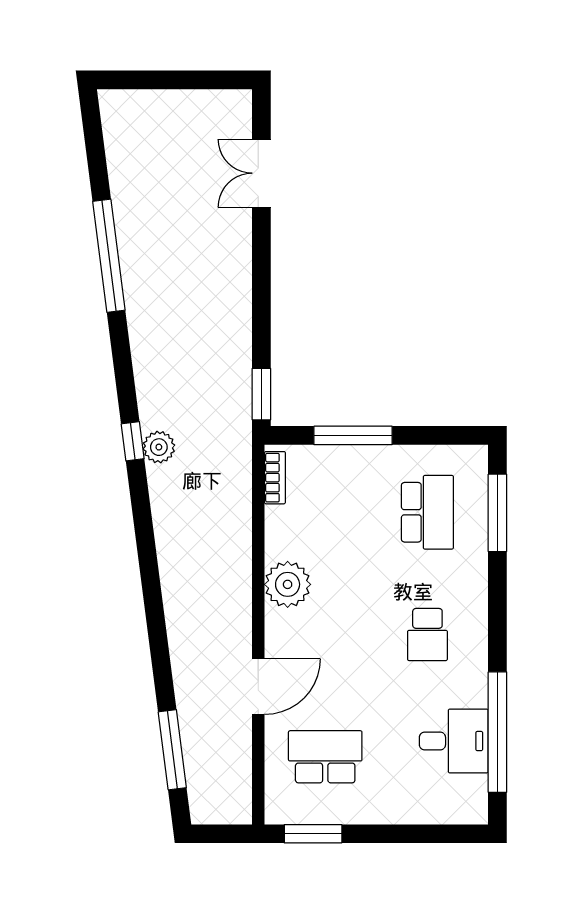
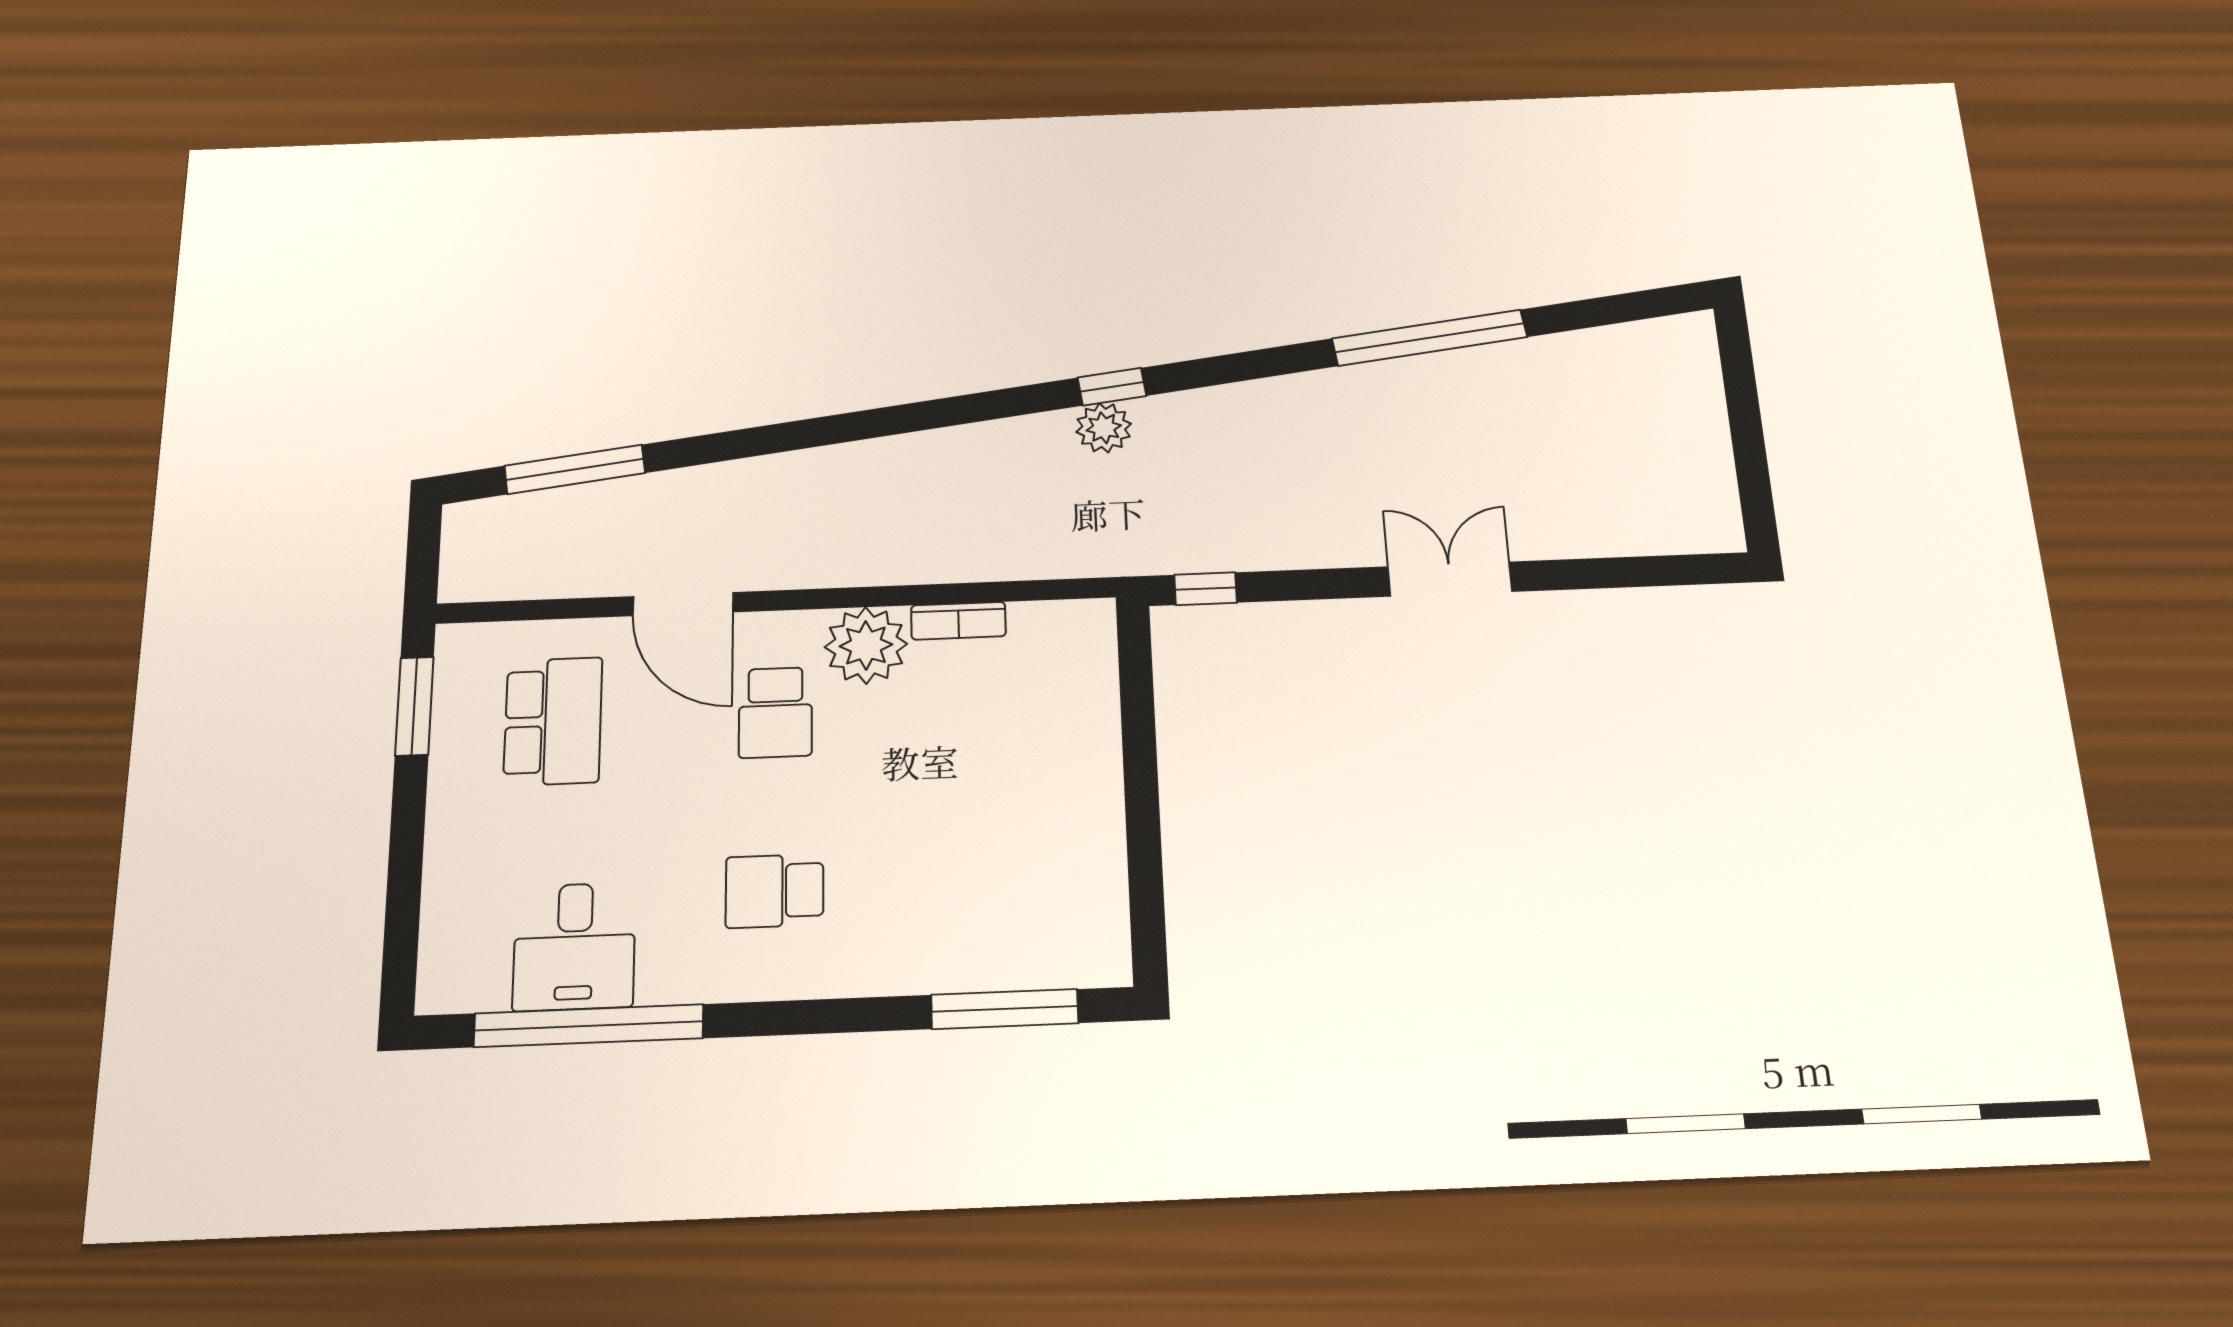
double door: (261, 173) -> (1450, 579), moved
window: (261, 394) -> (1206, 589), width x0.67
window: (353, 435) -> (1139, 746), removed
bookcase: (275, 478) -> (958, 621), moved
school desk: (427, 512) -> (775, 712), moved, width x0.54

